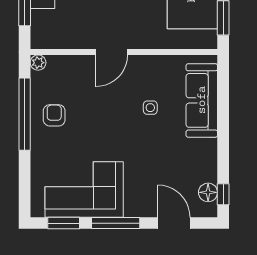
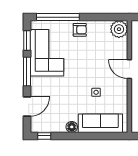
plant: (38, 63) -> (119, 29), width x1.87, depth x1.87
window: (25, 114) -> (58, 17), moved
armchair: (54, 115) -> (80, 30), moved
floor lamp: (208, 192) -> (72, 127), moved

